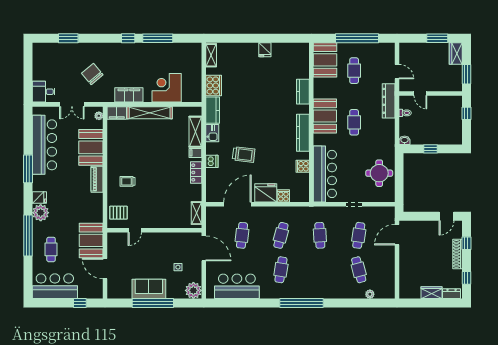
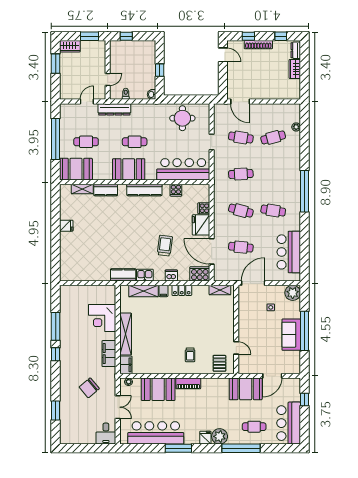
shelving: (211, 55) -> (82, 189), moved
cooker: (214, 86) -> (200, 274), moved

